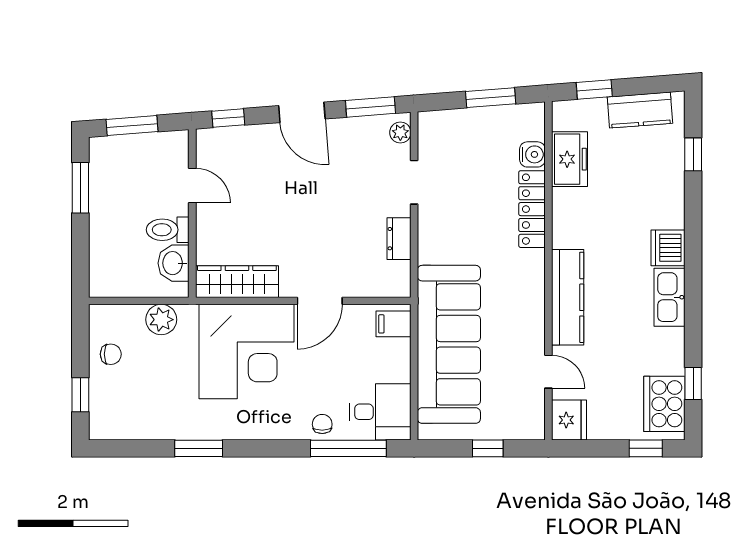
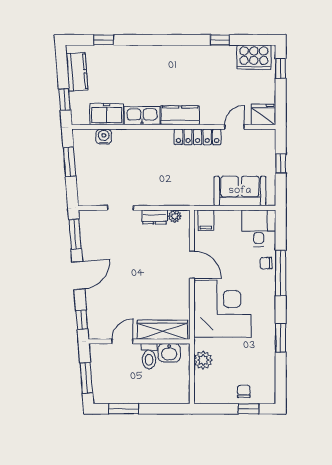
plant: (400, 133) -> (175, 216), moved
locker: (532, 209) -> (198, 137), moved
dishwasher: (668, 248) -> (160, 55), removed
wardrobe: (237, 282) -> (162, 330), moved, turned 90
kitchen counter: (568, 297) -> (180, 115), width x0.67
kitchen sink: (669, 297) -> (142, 116), moved, turned 180
sofa: (449, 344) -> (240, 191), width x0.54, depth x0.79
chair: (111, 354) -> (244, 391), moved
window: (693, 384) -> (220, 40), moved
window: (348, 448) -> (281, 273), moved

